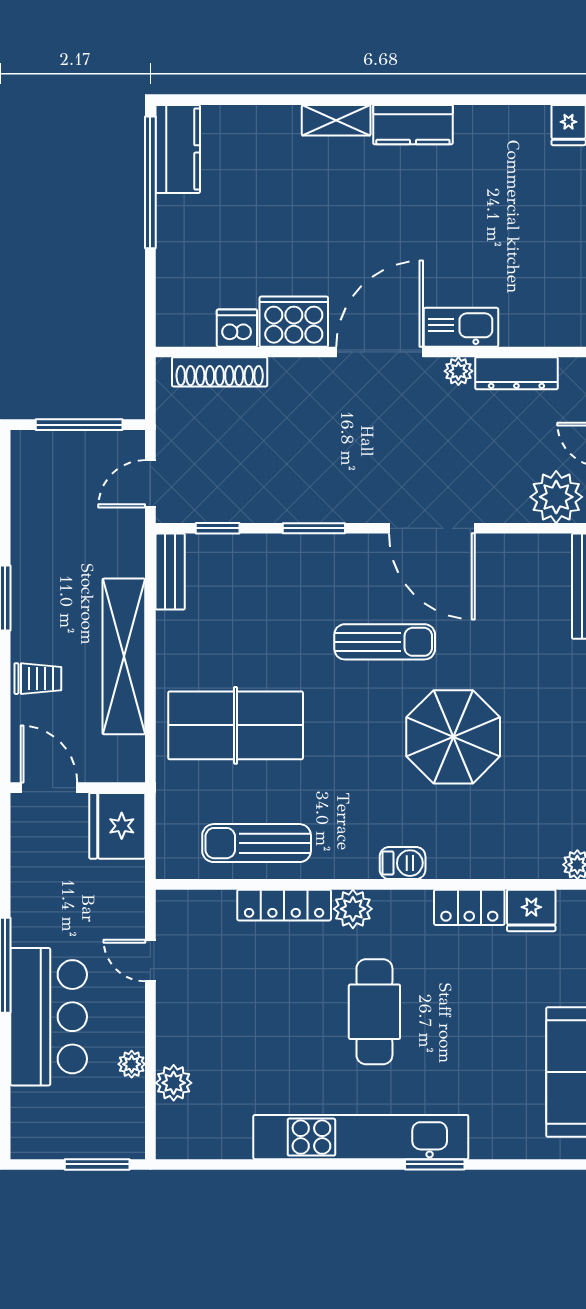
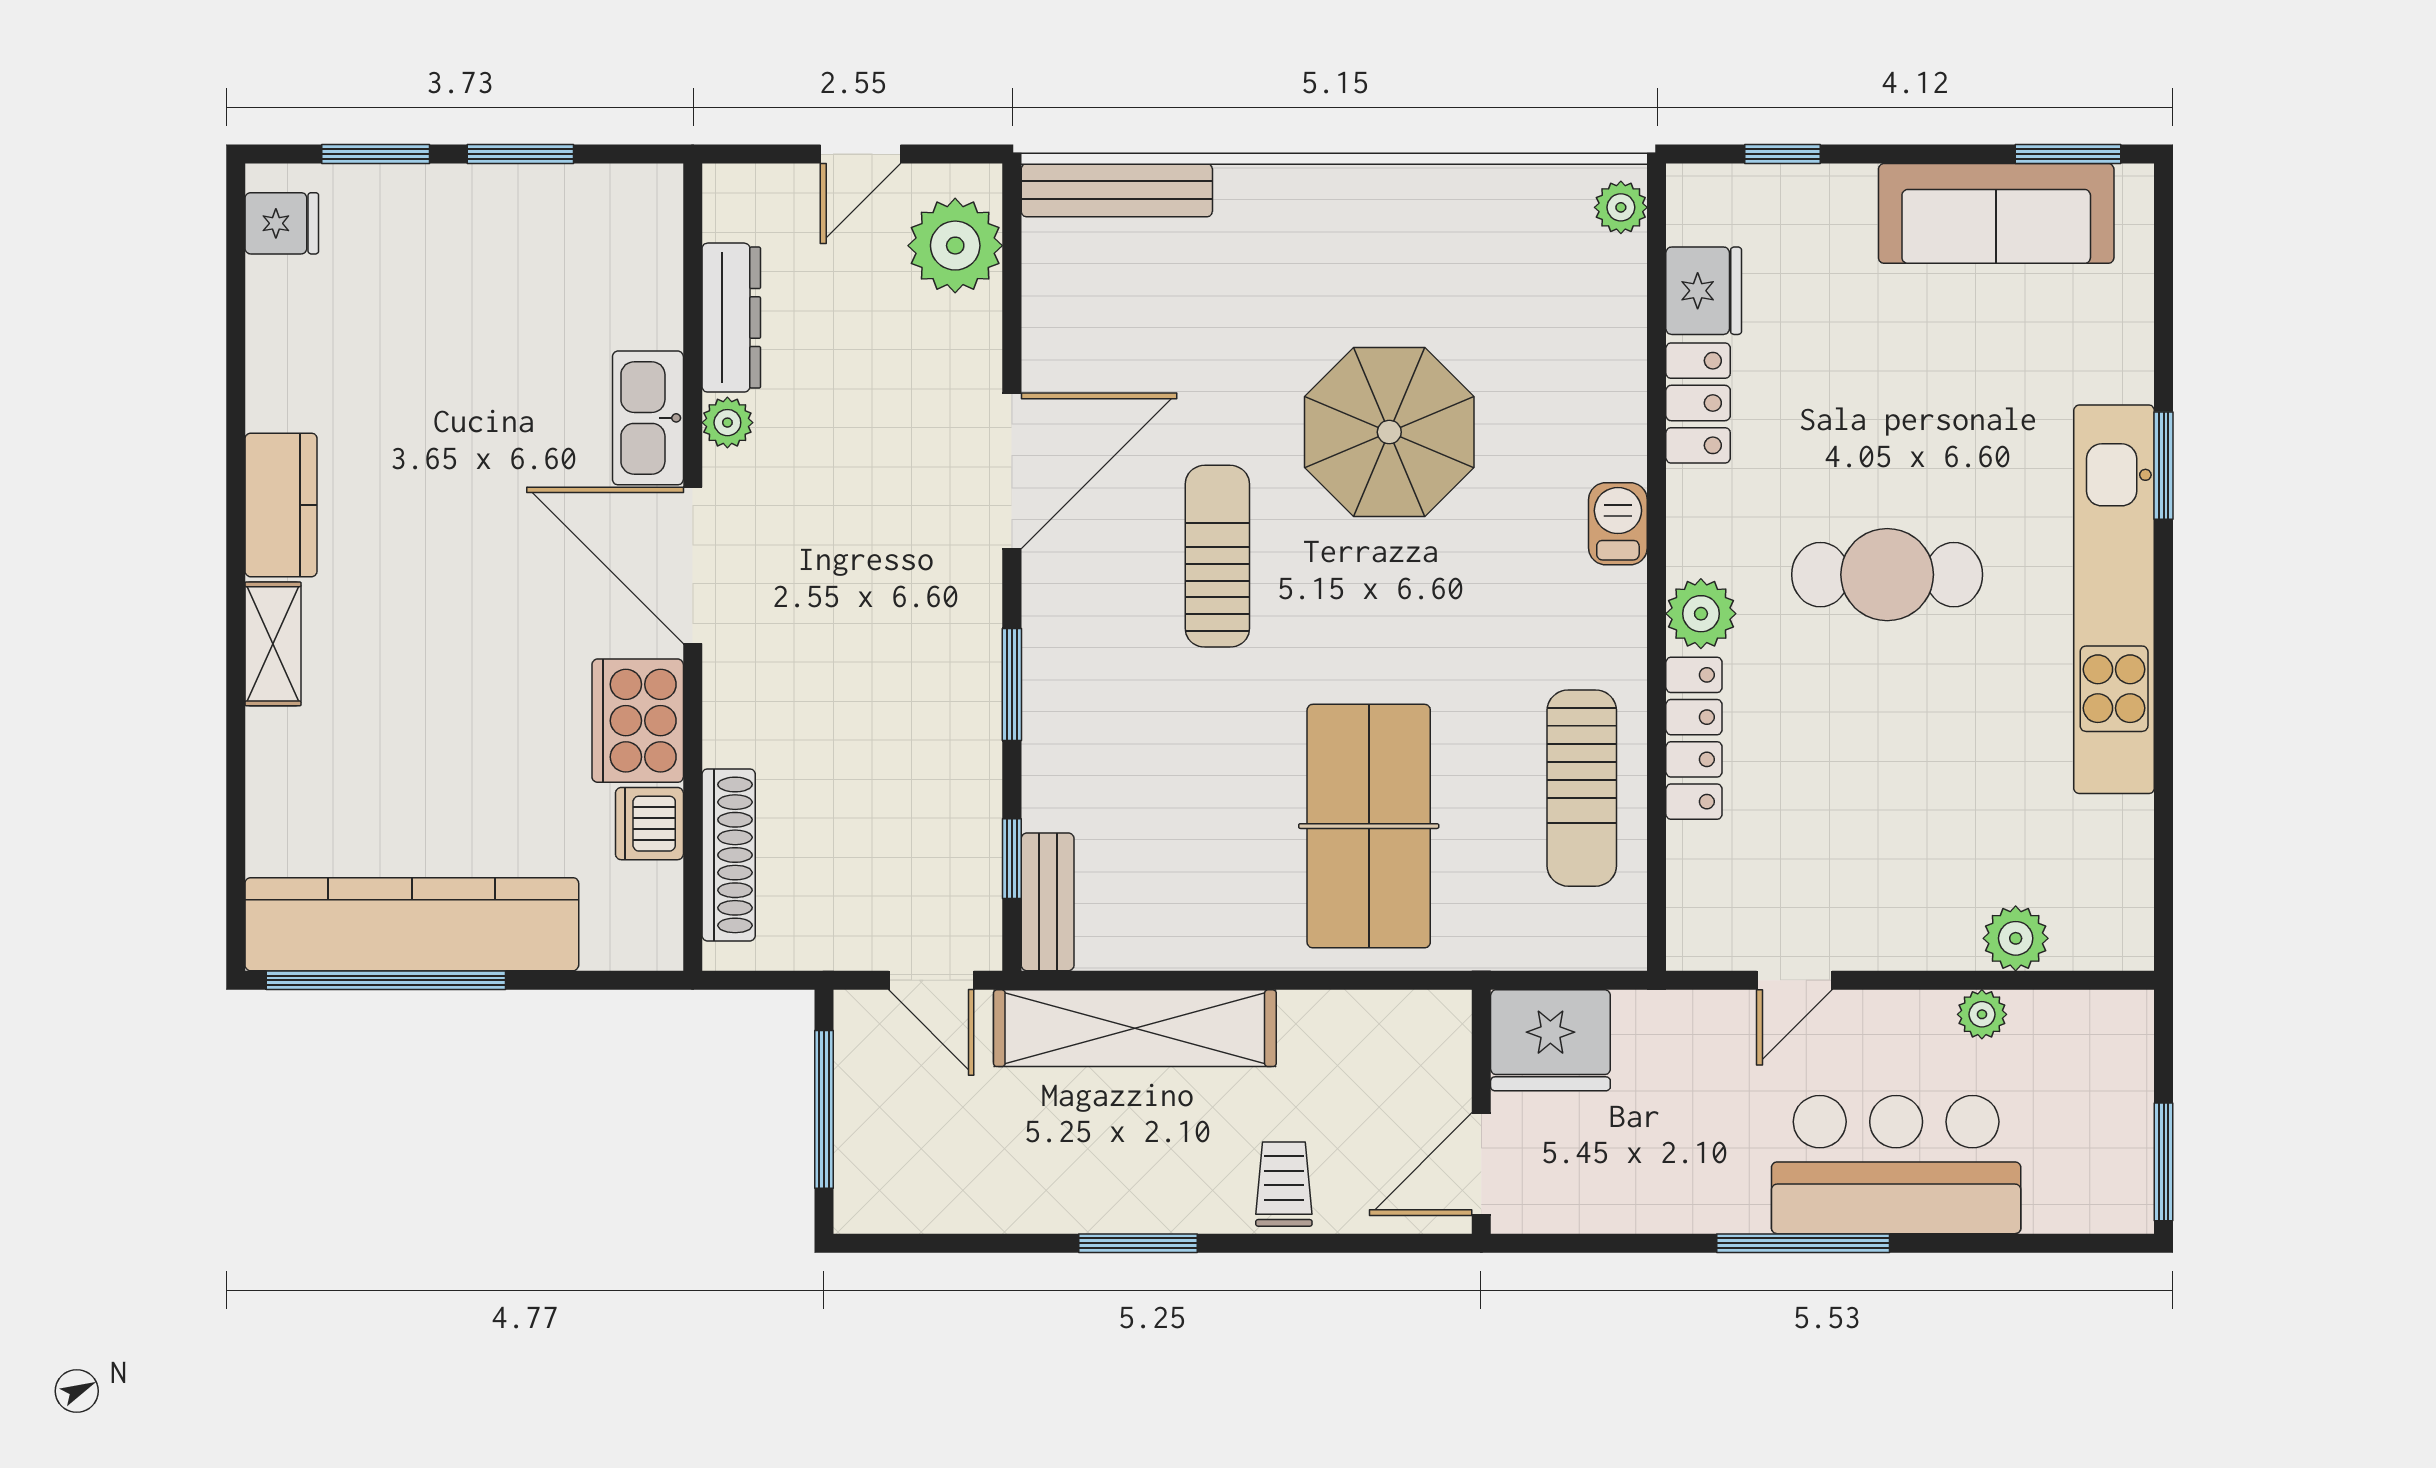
kitchen counter: (178, 149) -> (412, 924), width x2.08, depth x1.17
bench: (170, 572) -> (1048, 902), moved, turned 90
shelving: (124, 656) -> (1135, 1028), moved
window: (97, 1164) -> (2164, 1162), moved

